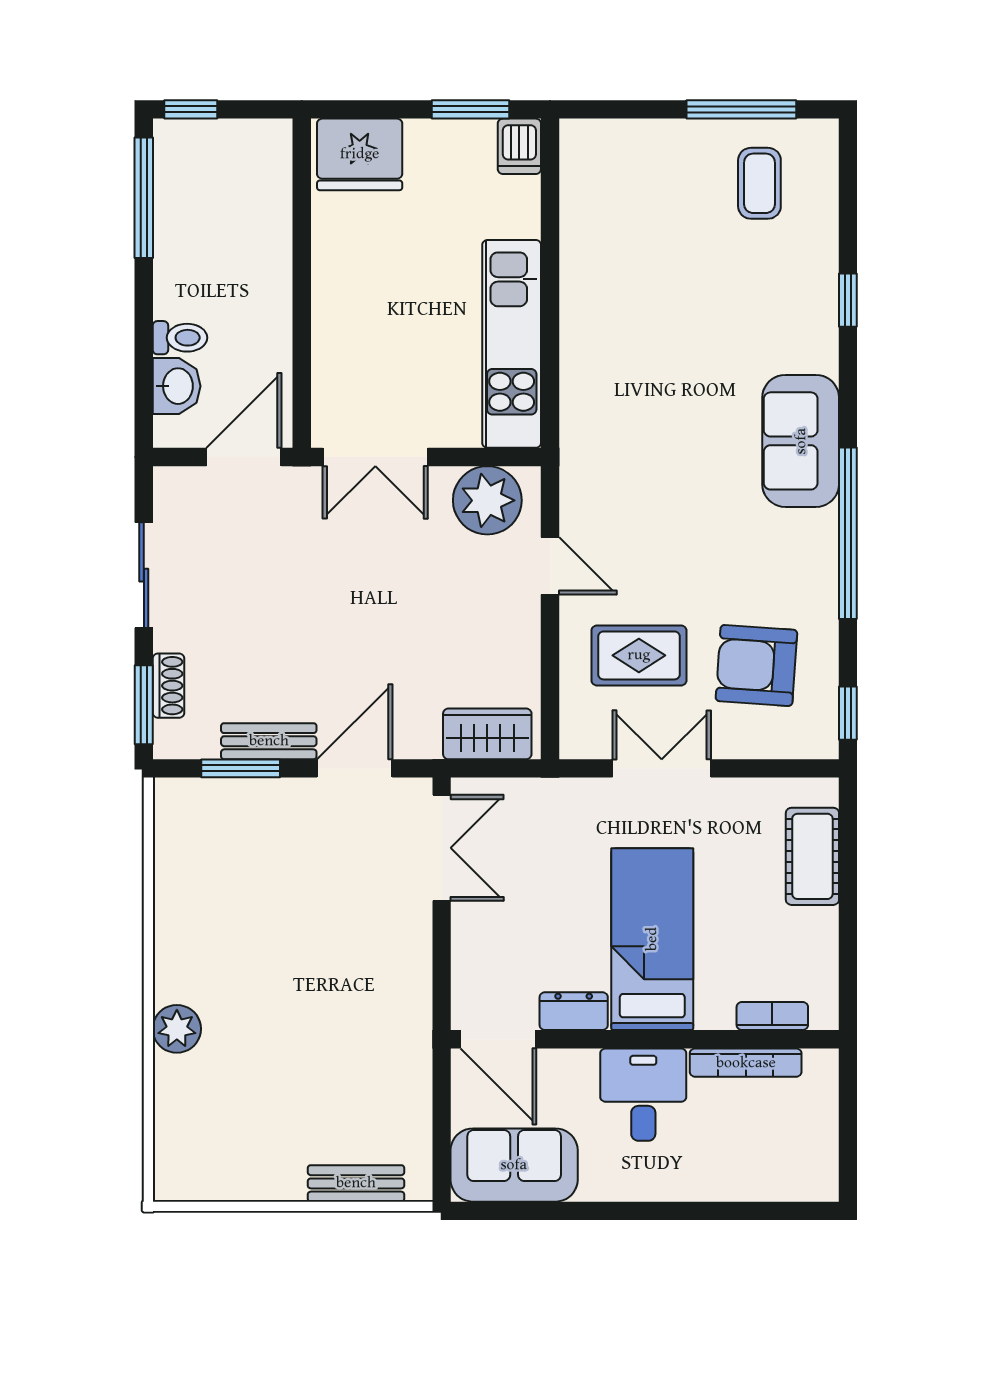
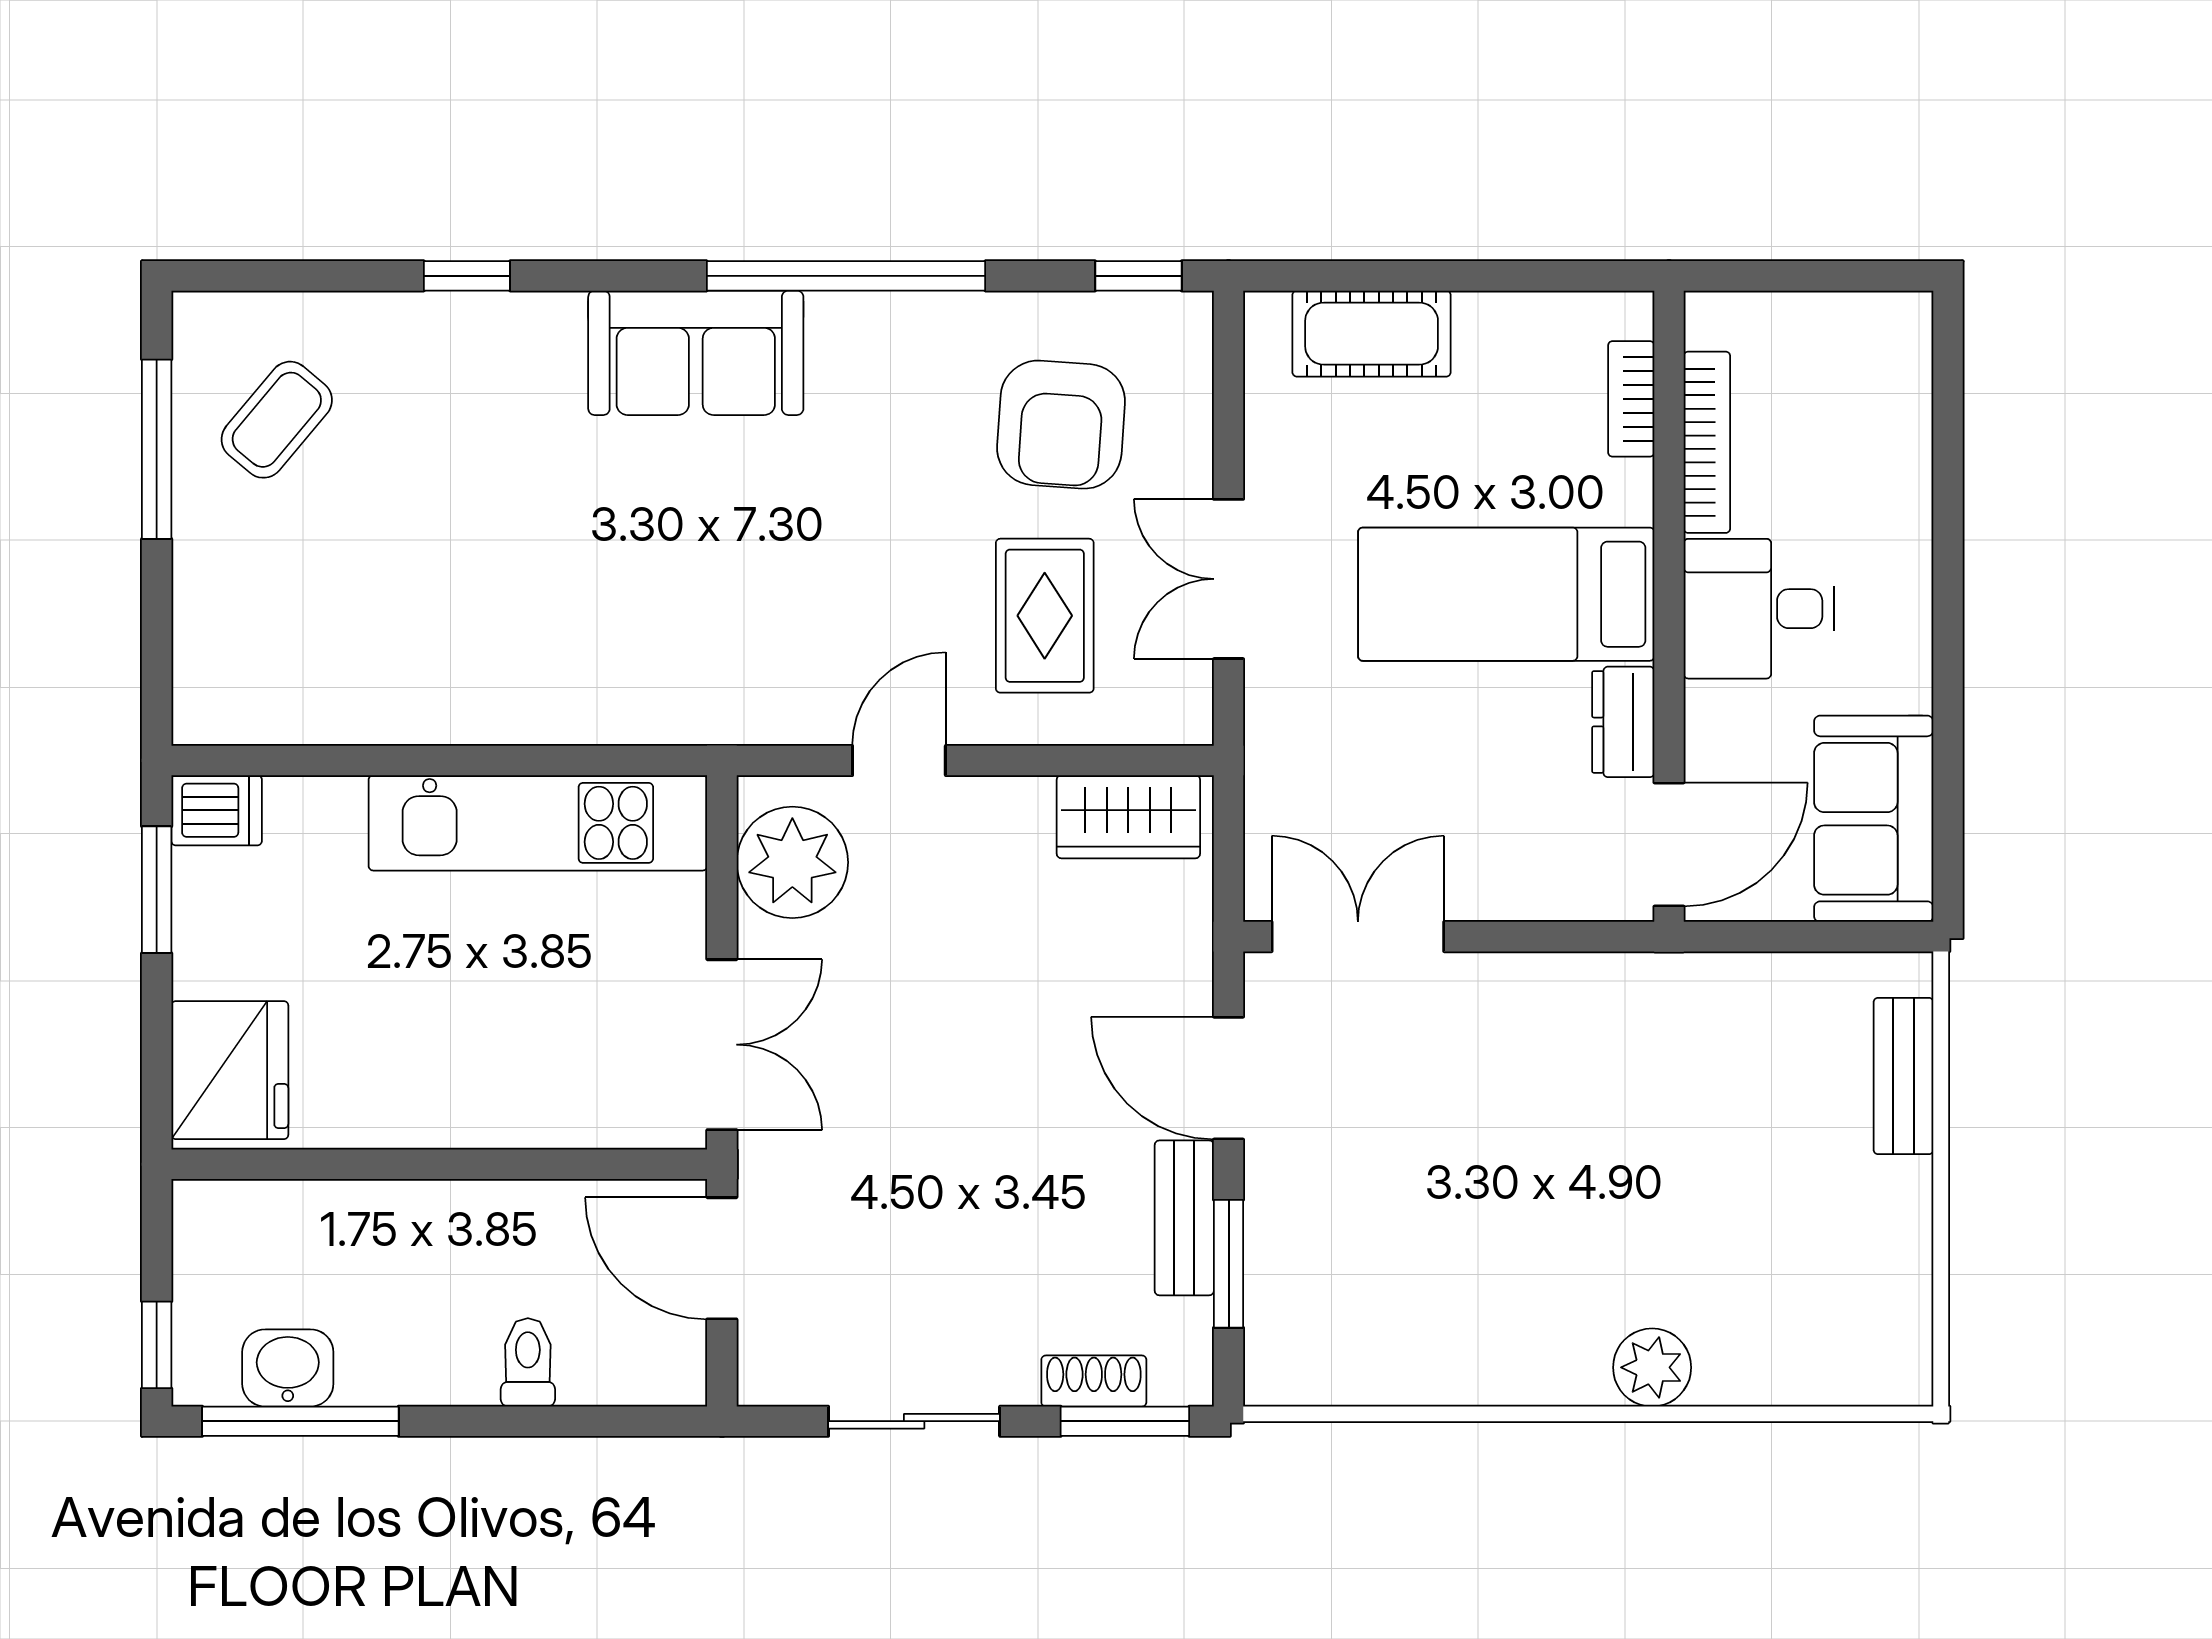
coffee table: (759, 183) -> (277, 420), turned -50
washbasin: (177, 386) -> (288, 1368), moved
wardrobe: (487, 734) -> (1128, 817), moved, turned -90

